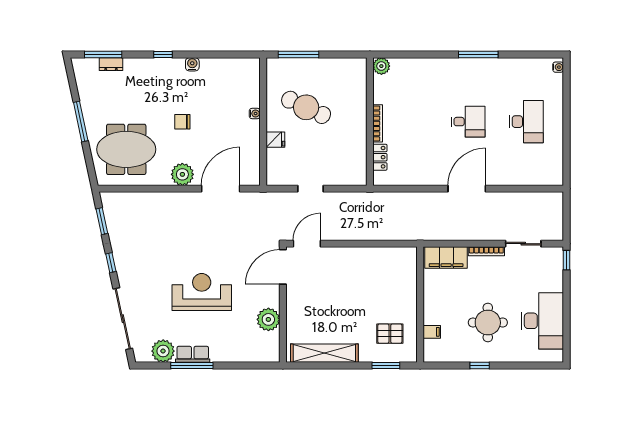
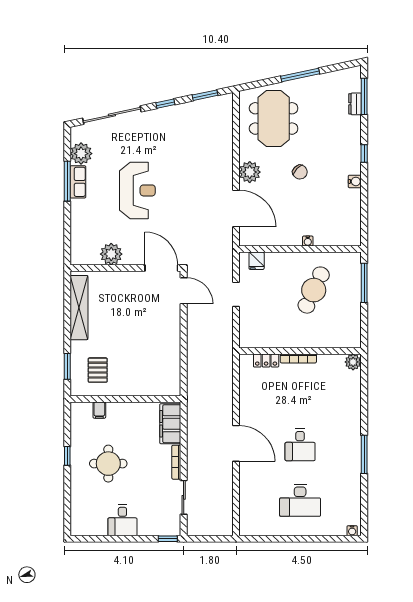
chair: (182, 122) -> (300, 172), turned 134
fridge: (275, 140) -> (257, 261), moved
desk: (542, 321) -> (122, 520), width x0.53, depth x0.77

